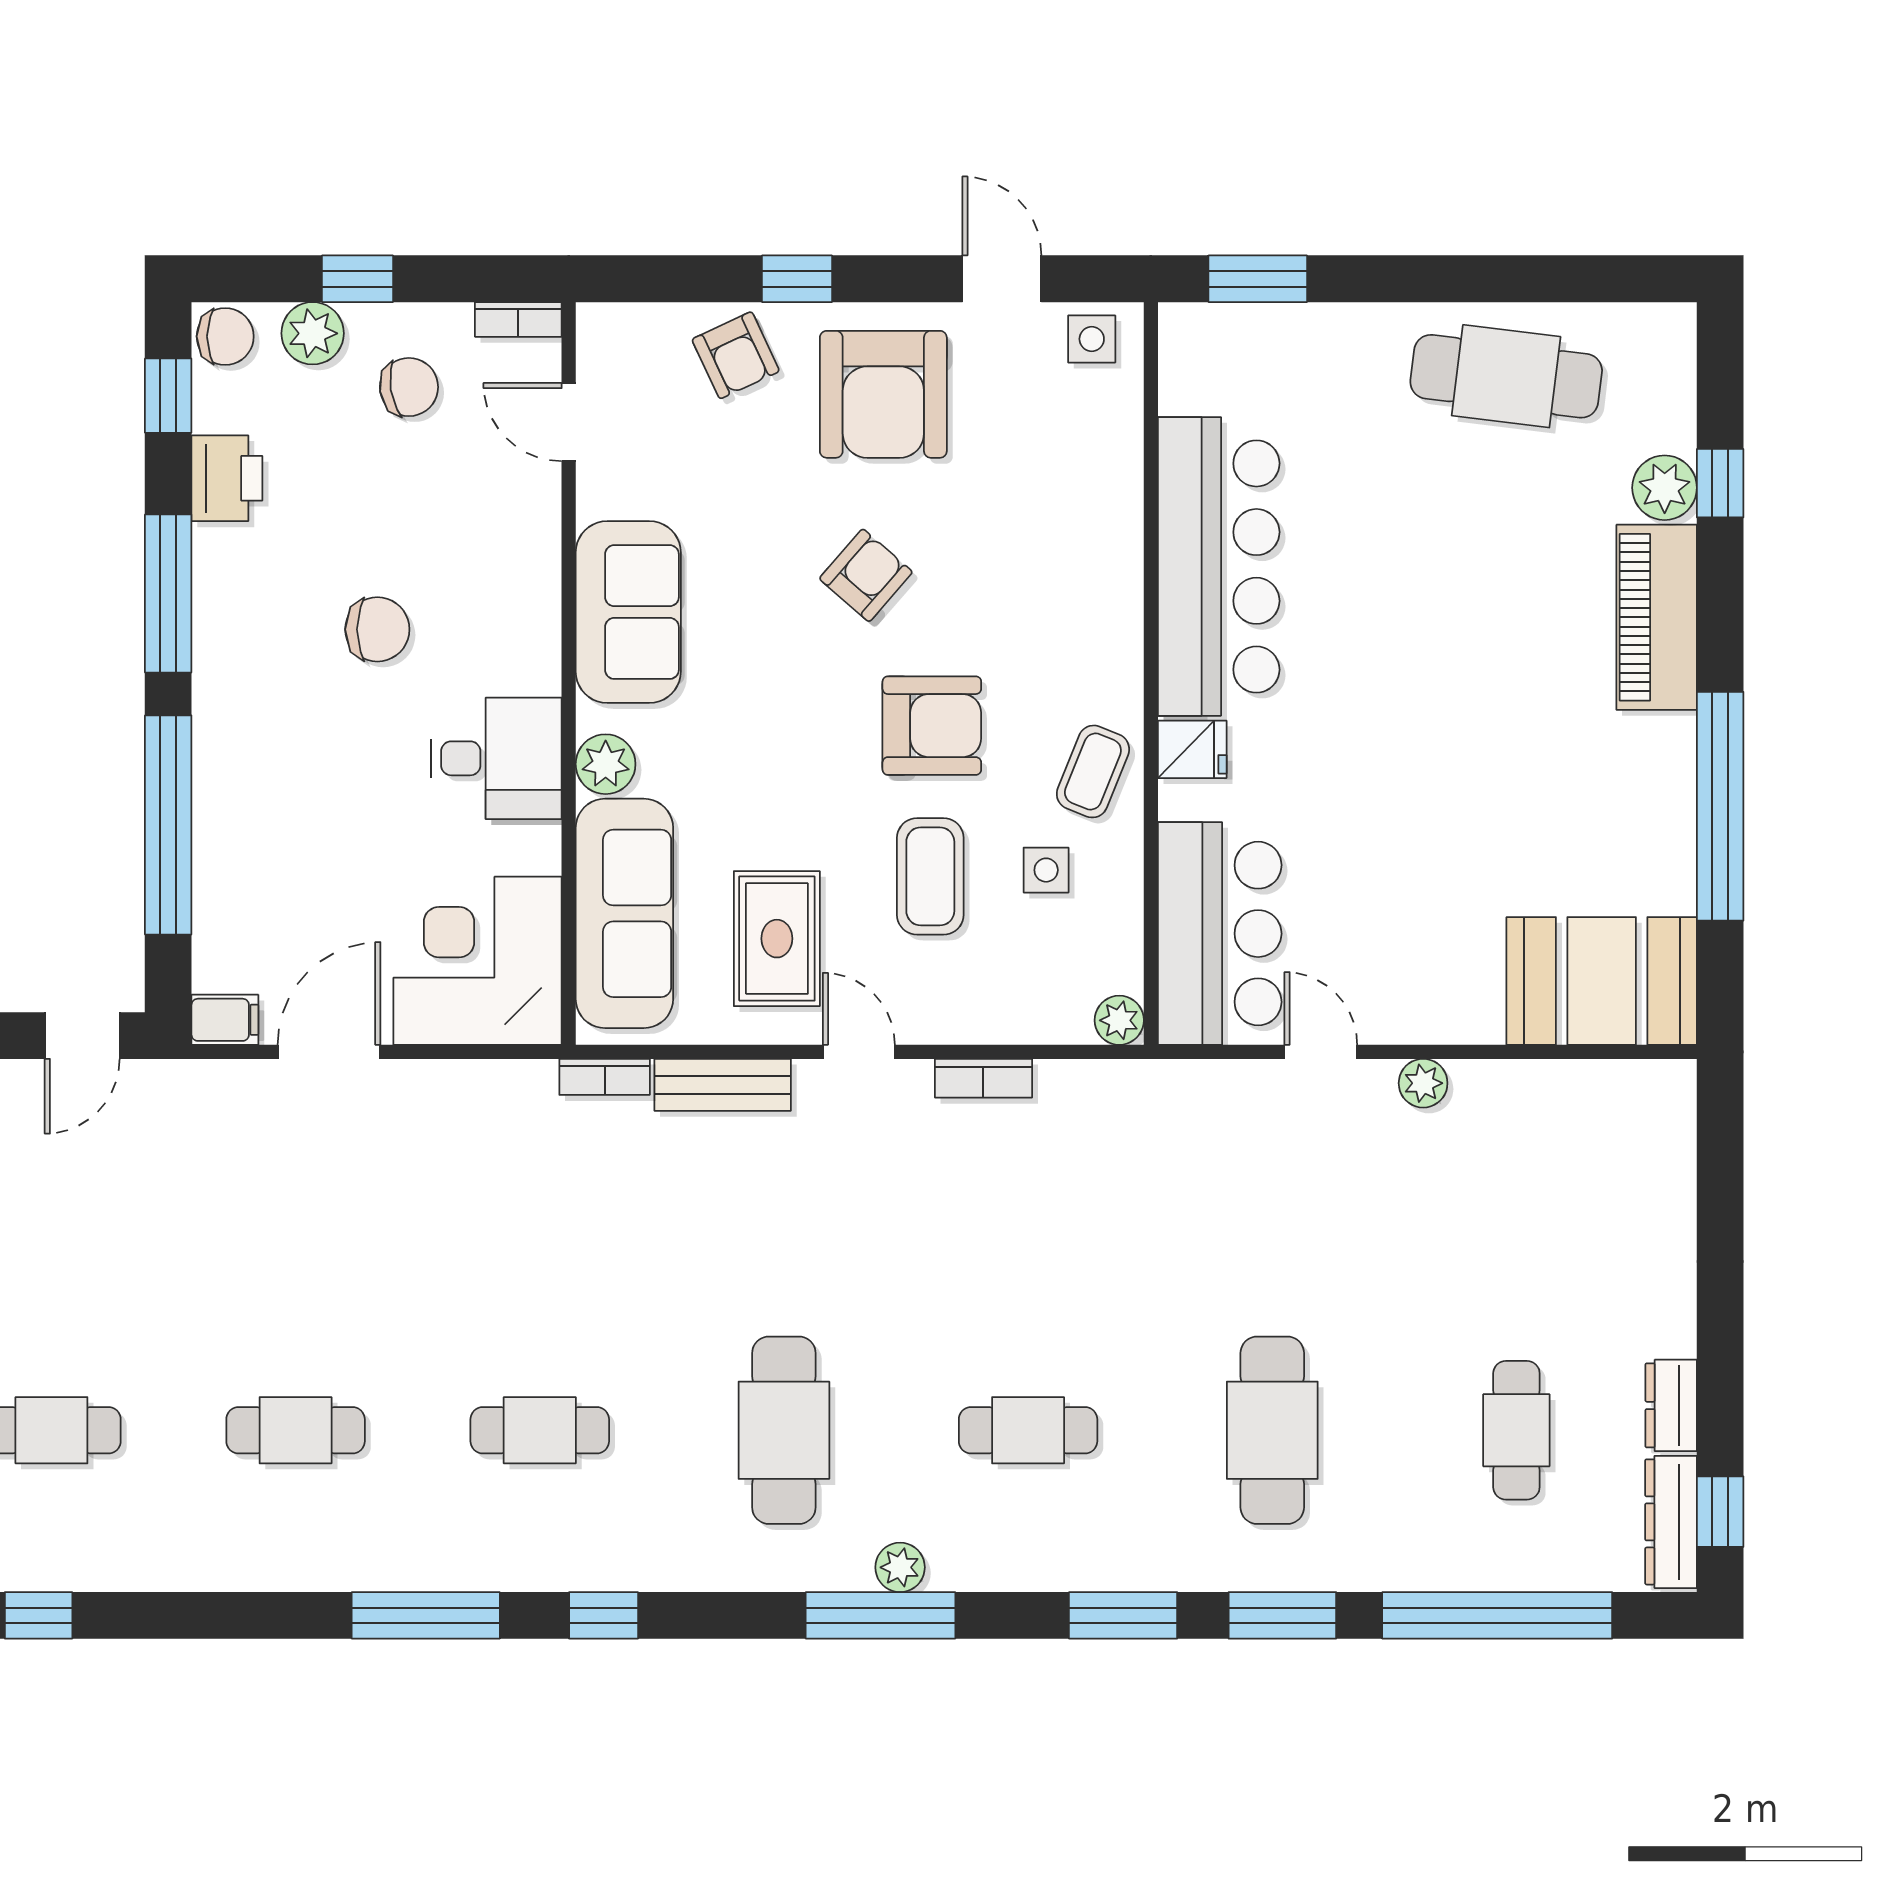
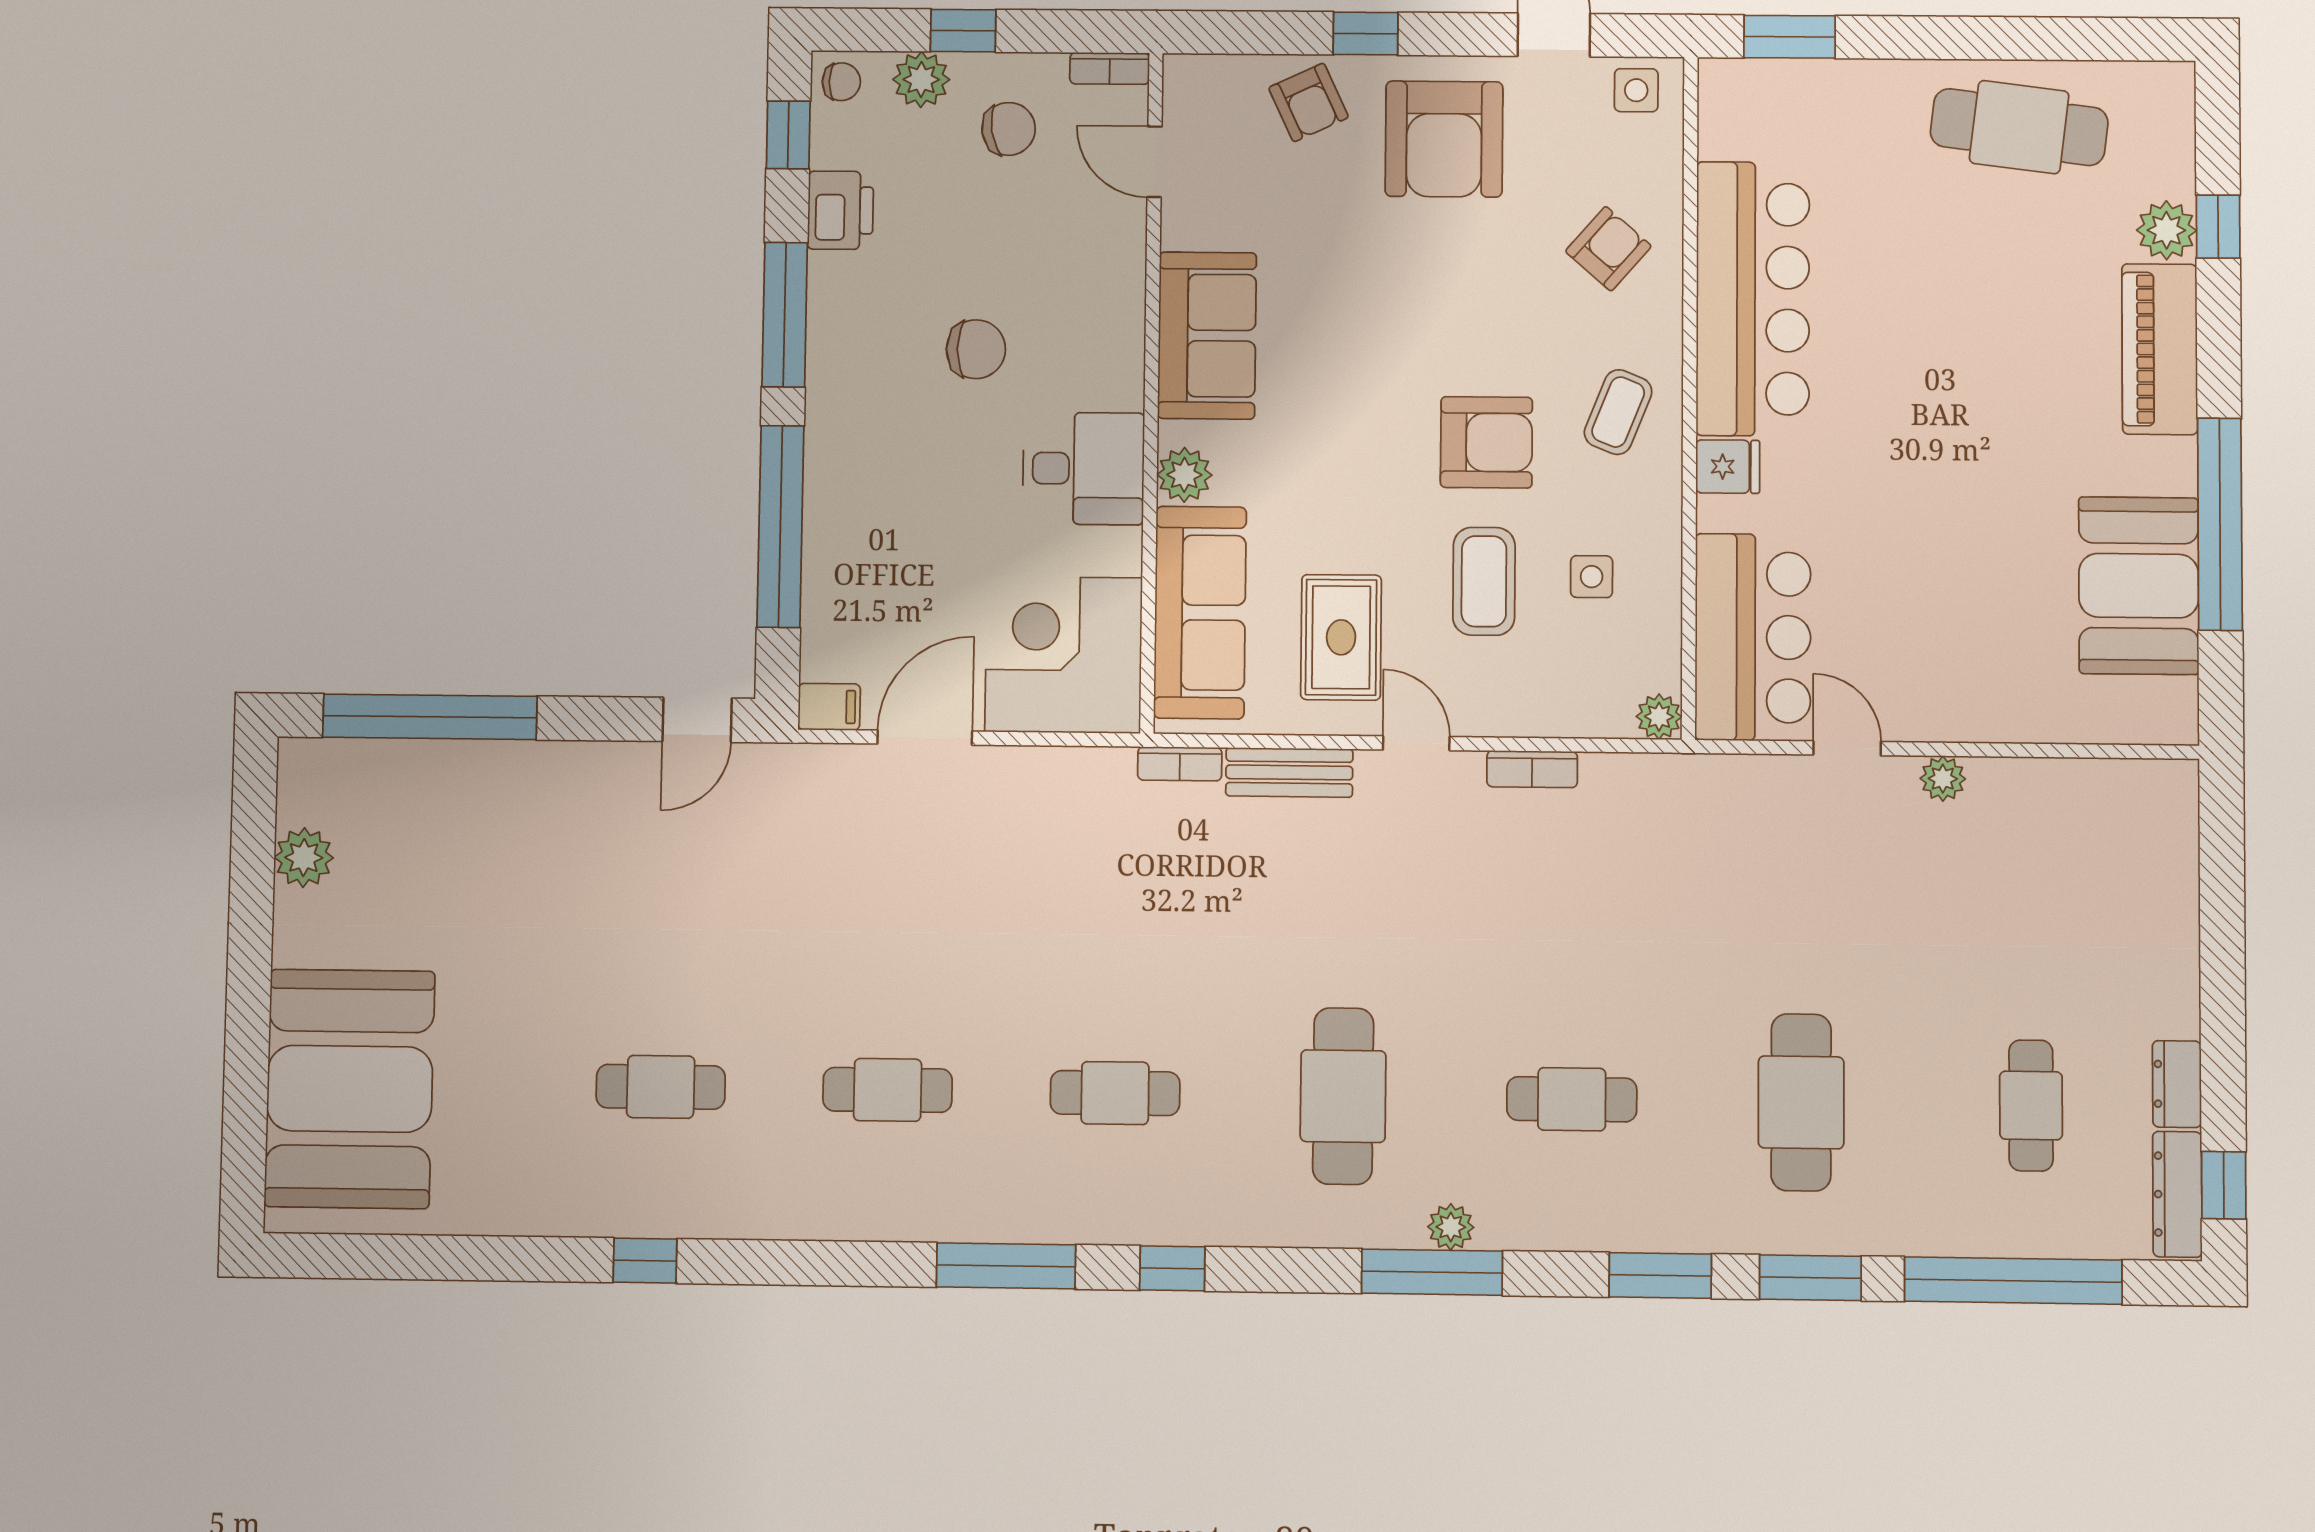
chair: (225, 336) -> (841, 82), width x0.73, depth x0.73
armchair: (866, 575) -> (1608, 249), moved
coffee table: (1093, 771) -> (1618, 412), moved
booth: (1602, 981) -> (2139, 586), moved, turned 90

